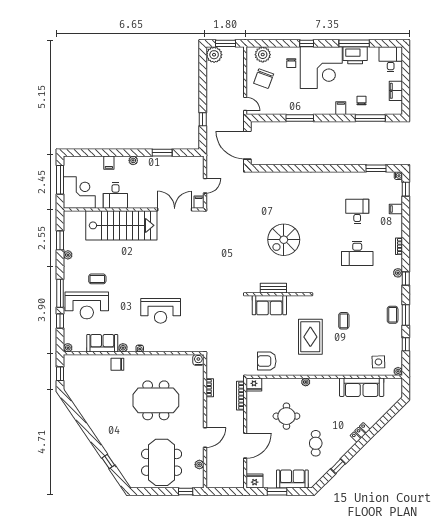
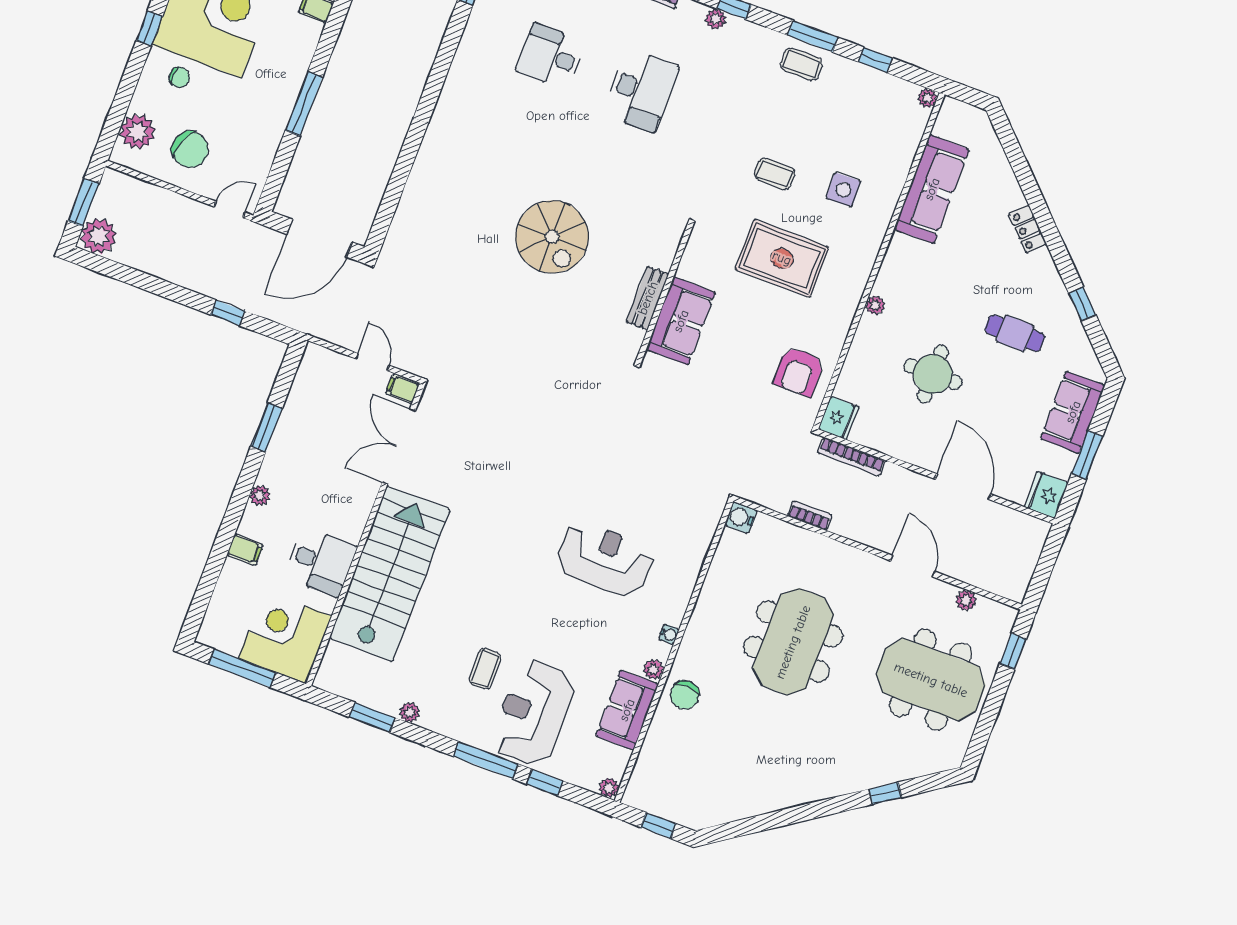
reception desk: (87, 305) -> (533, 713), turned 180
reception desk: (161, 311) -> (605, 559), turned -90
side table: (378, 362) -> (843, 190), moved

